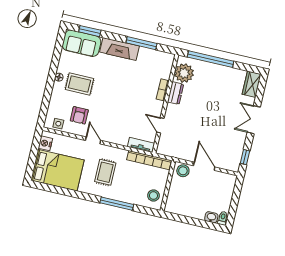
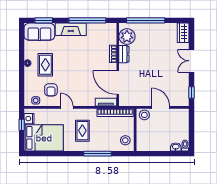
window: (141, 43) -> (87, 20), width x1.46
rug: (79, 84) -> (45, 65), turned 90
door: (160, 125) -> (118, 83), width x1.87
window: (35, 149) -> (22, 125), added

